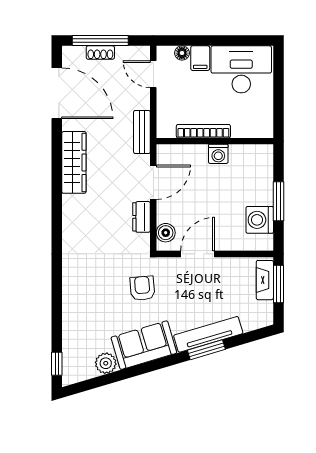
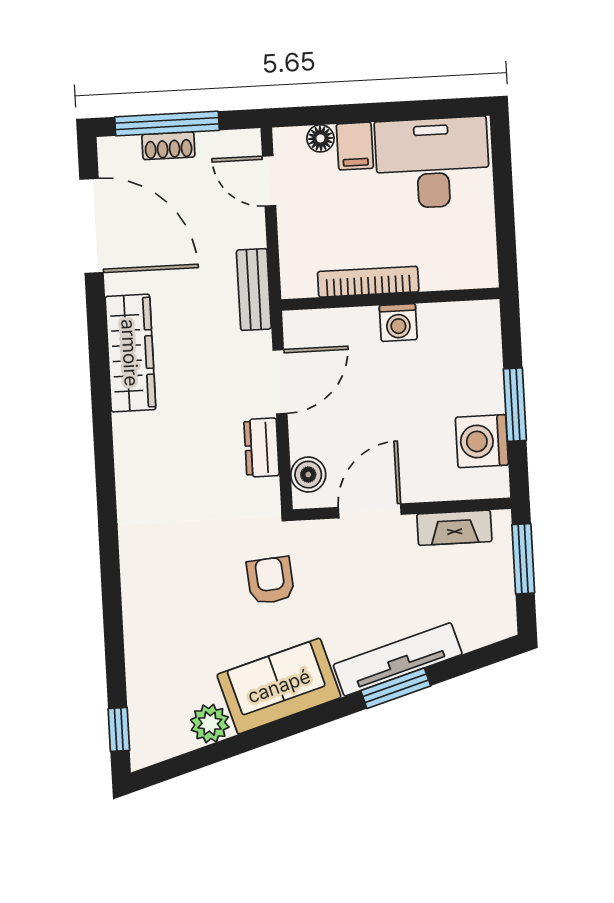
fireplace: (265, 280) -> (454, 528), moved, turned -90

